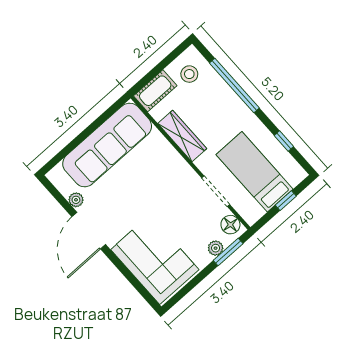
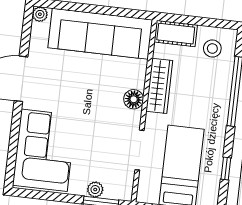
plant: (76, 200) -> (40, 14), moved
floor lamp: (230, 225) -> (134, 99), moved

